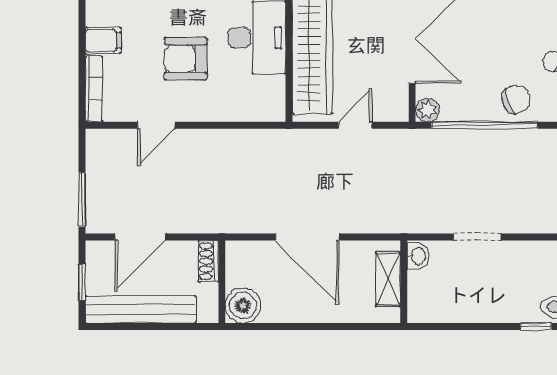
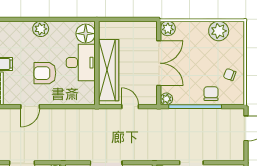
chair: (516, 99) -> (211, 94), turned -69
door: (355, 125) -> (130, 107), hinge flipped

